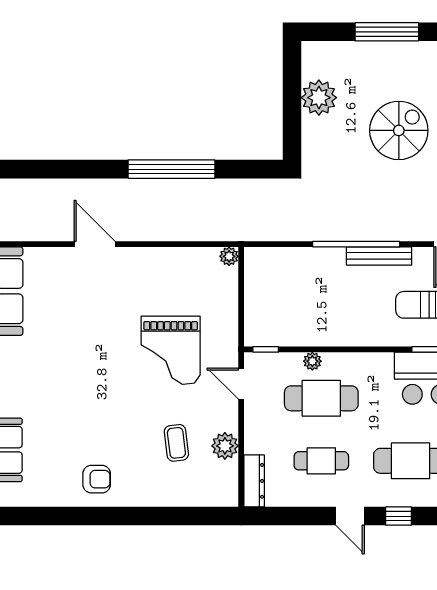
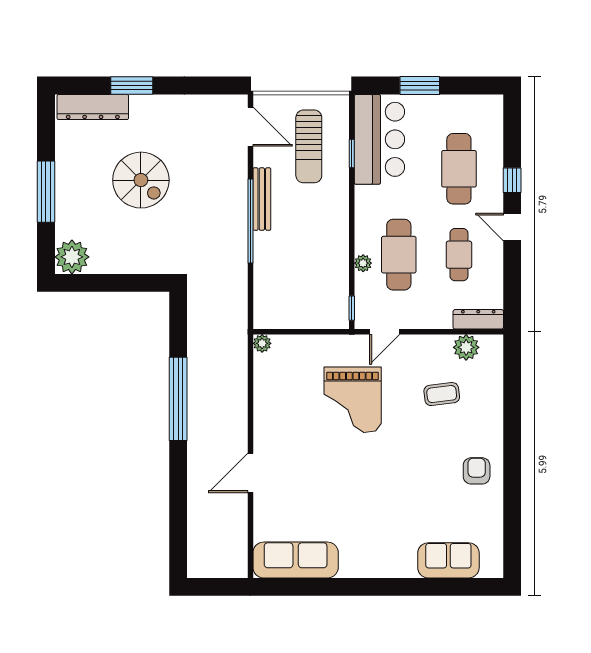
plant: (319, 98) -> (72, 257), moved
spiral stairs: (399, 130) -> (141, 180), turned 180
grand piano: (171, 350) -> (353, 400), turned 90
plant: (225, 446) -> (466, 347), moved
door: (350, 516) -> (512, 227), swing flipped

